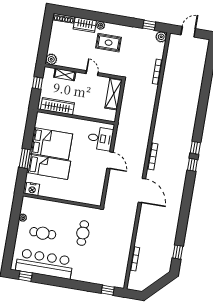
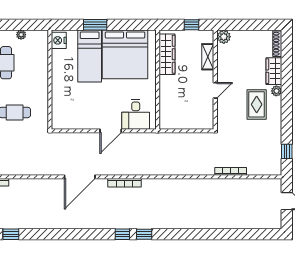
plant: (161, 37) -> (275, 169), removed
shelving: (114, 94) -> (194, 121), removed
bed: (51, 144) -> (125, 54), width x1.36

